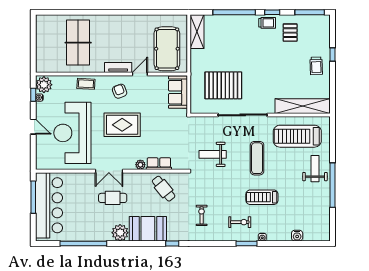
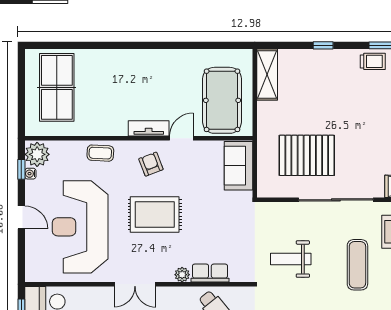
window: (234, 12) -> (323, 45), width x0.32
table tennis table: (78, 43) -> (57, 87), moved

